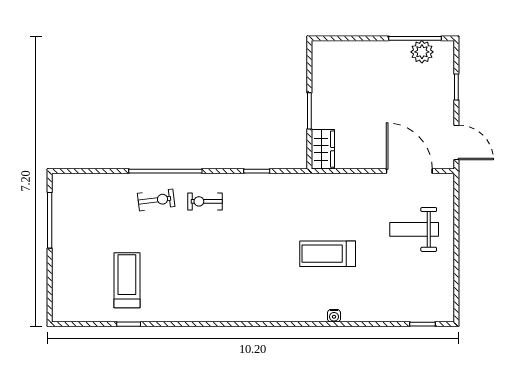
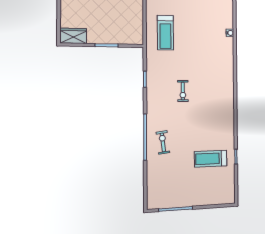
wardrobe: (323, 149) -> (73, 36), moved
exercise bike: (205, 201) -> (183, 91), moved
treadmill: (328, 254) -> (165, 33), moved

